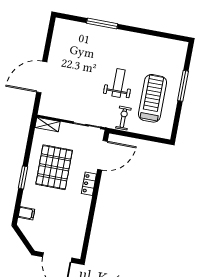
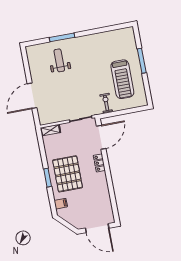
weight bench: (118, 83) -> (59, 60), moved
treadmill: (153, 98) -> (122, 79), turned 180
pallet: (54, 167) -> (68, 174), moved

